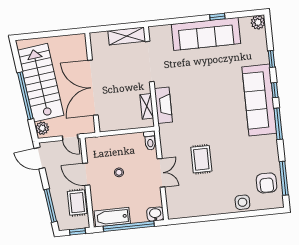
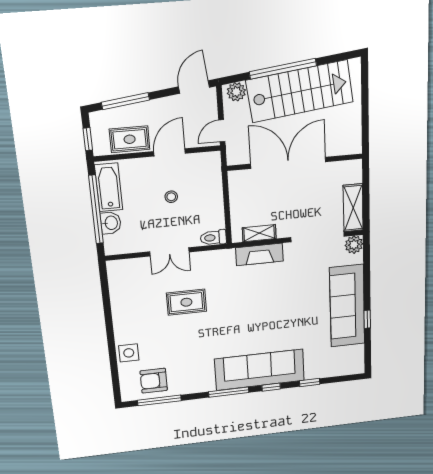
plant: (258, 22) -> (354, 245), moved
washbasin: (155, 214) -> (111, 223), moved

